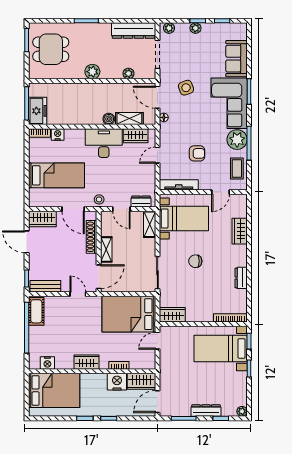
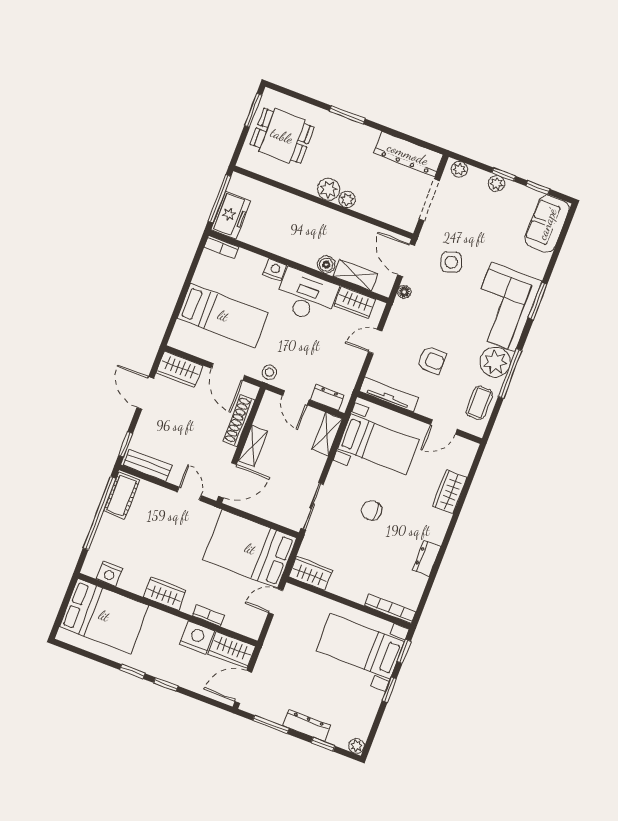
sofa: (236, 59) -> (547, 224), moved
plant: (128, 74) -> (347, 199), moved
nightstand: (58, 134) -> (275, 270), moved

